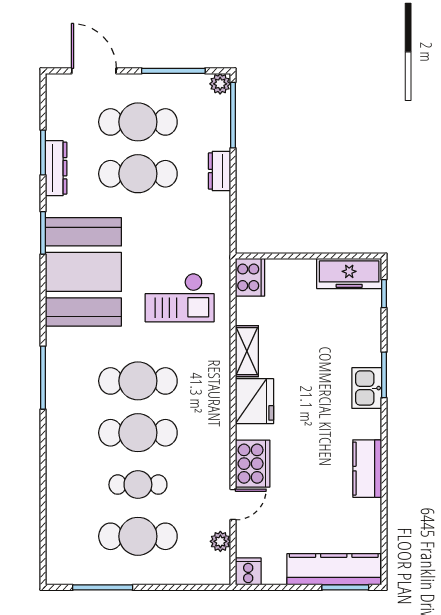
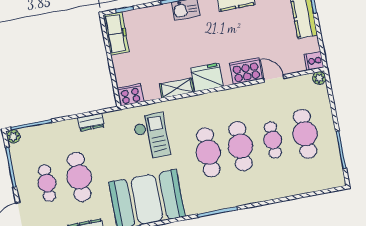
cafe table: (138, 122) -> (47, 183), width x0.73, depth x0.74
dresser: (219, 171) -> (91, 122), moved
plant: (220, 541) -> (319, 78), moved

